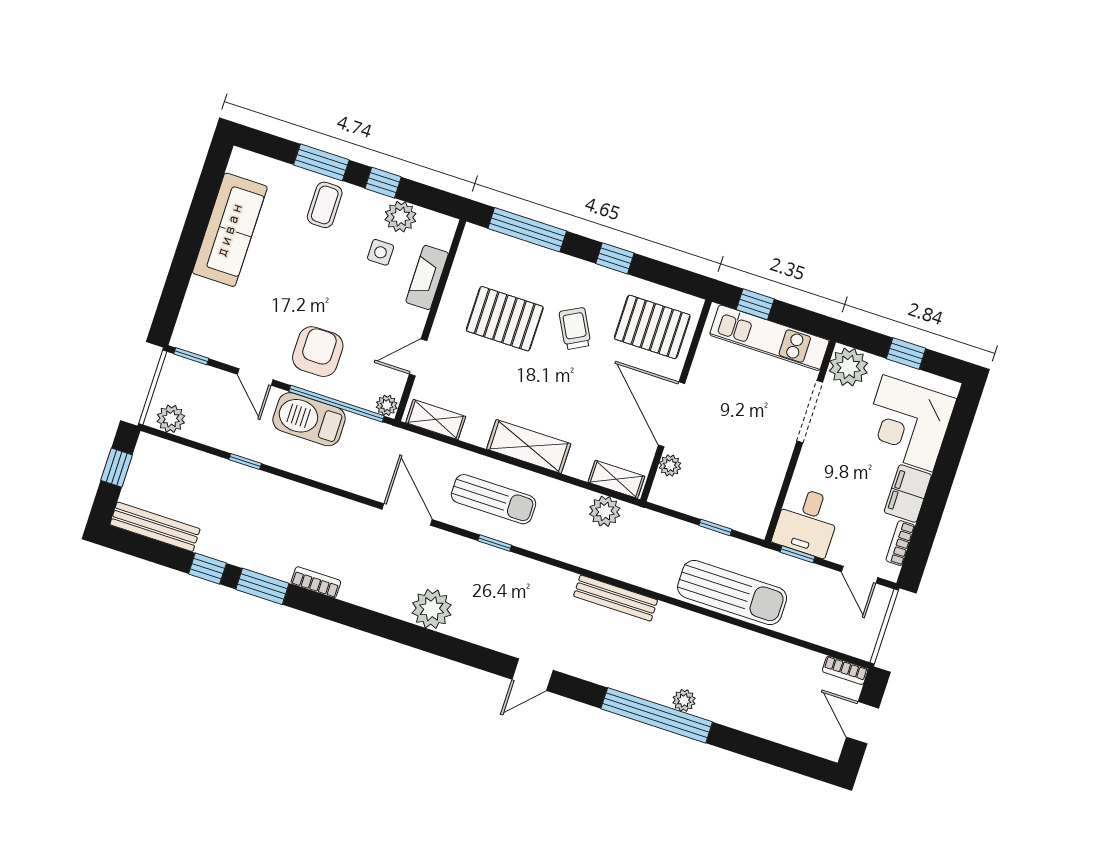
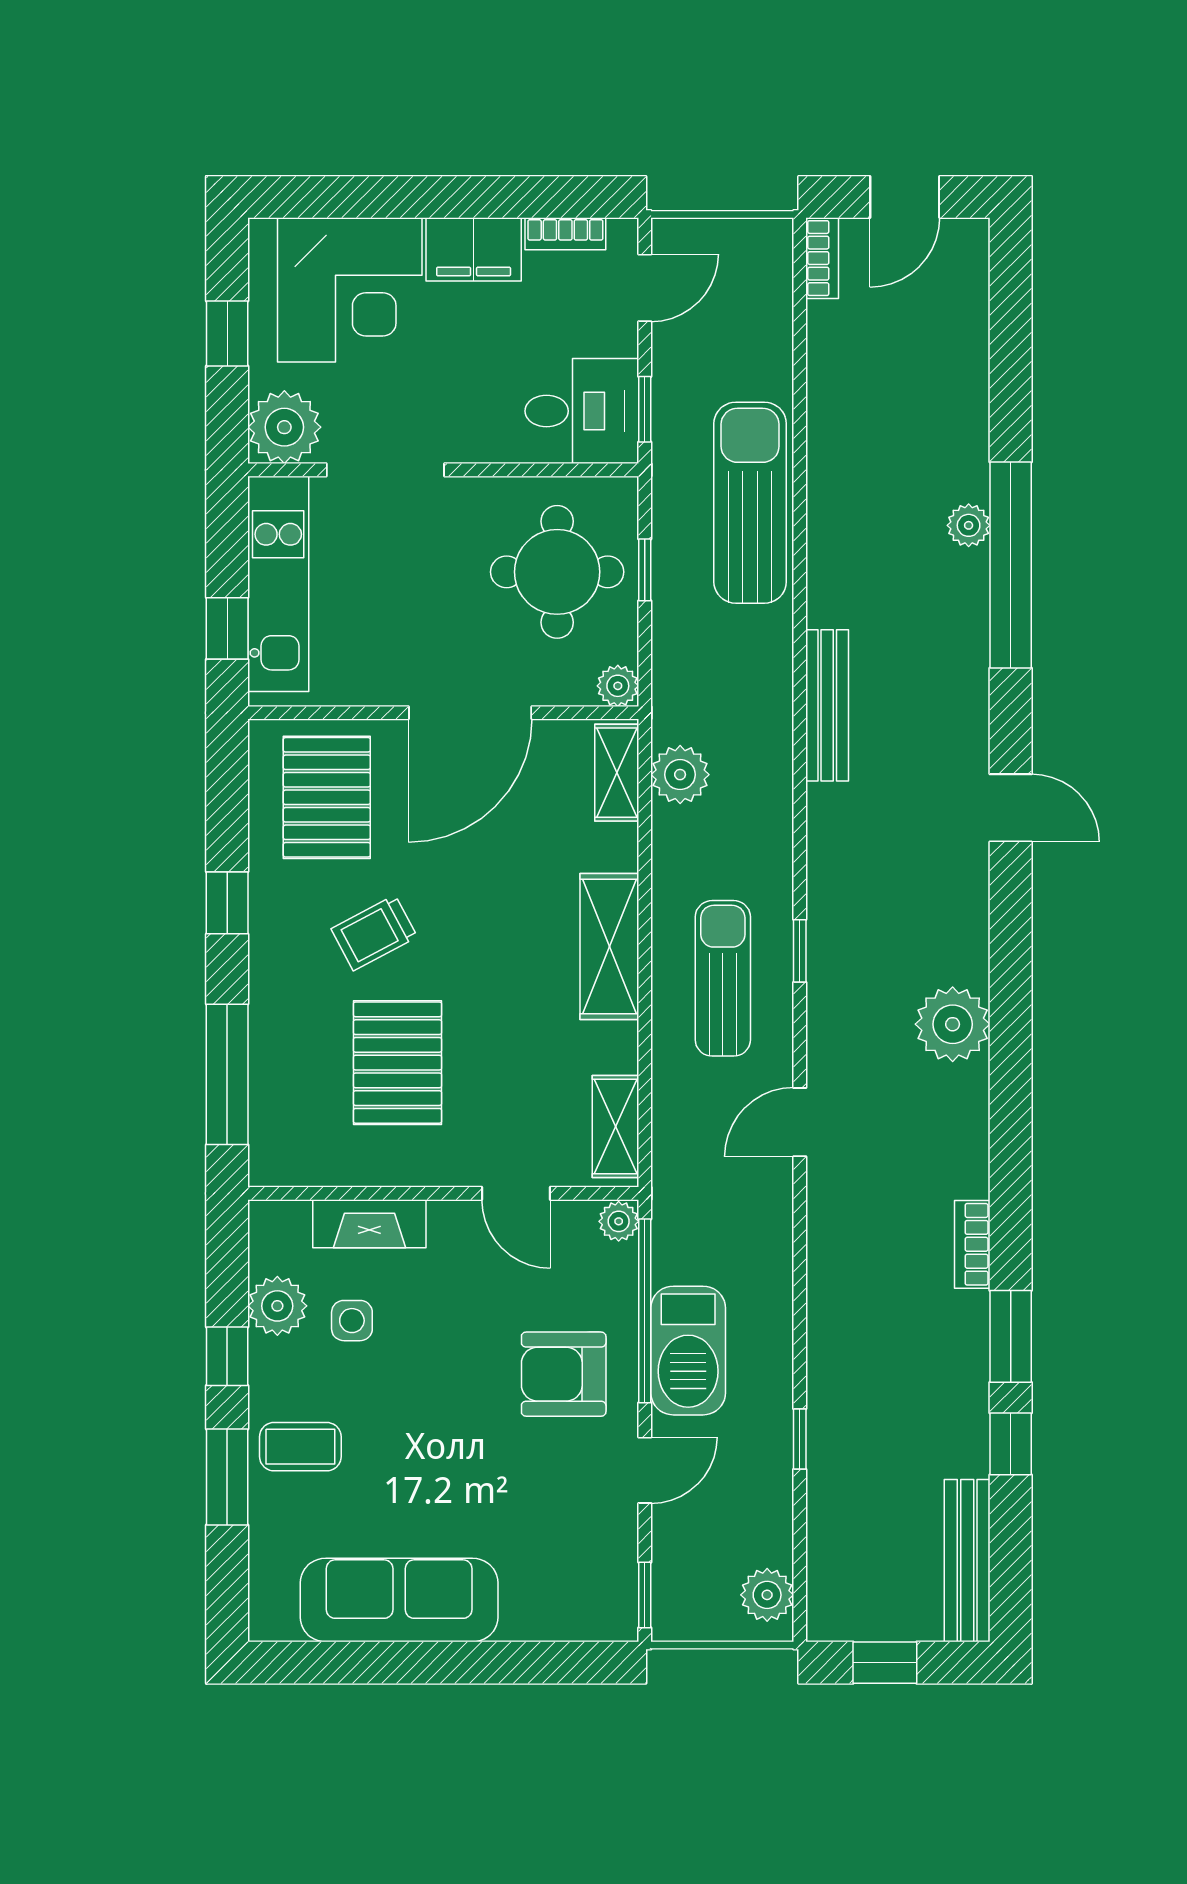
plant: (670, 465) -> (618, 686), moved
round table: (729, 482) -> (557, 572), added
door: (407, 514) -> (800, 1122), width x0.73

